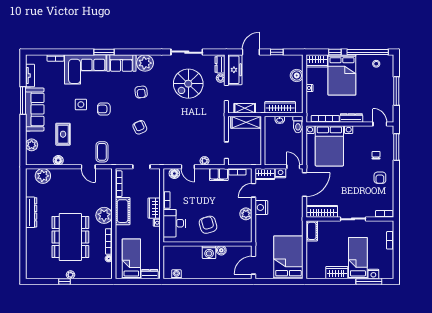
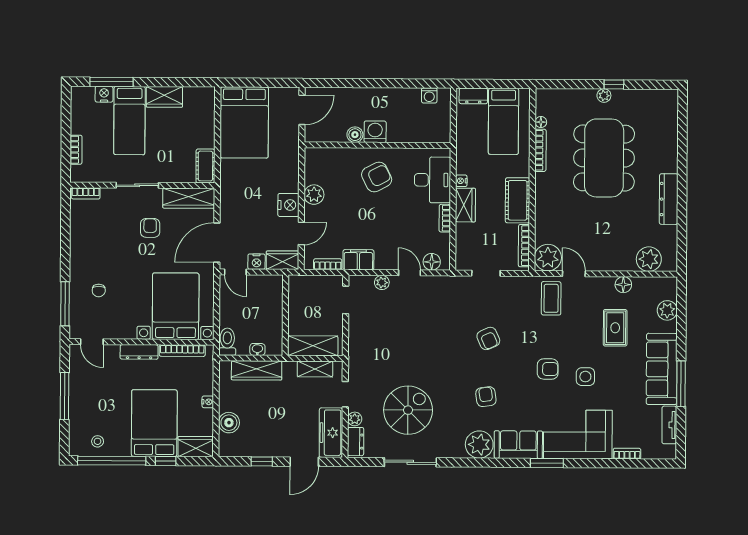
armchair: (380, 178) -> (150, 228), moved
plant: (104, 215) -> (548, 258), moved
armchair: (208, 225) -> (377, 177), turned -101

